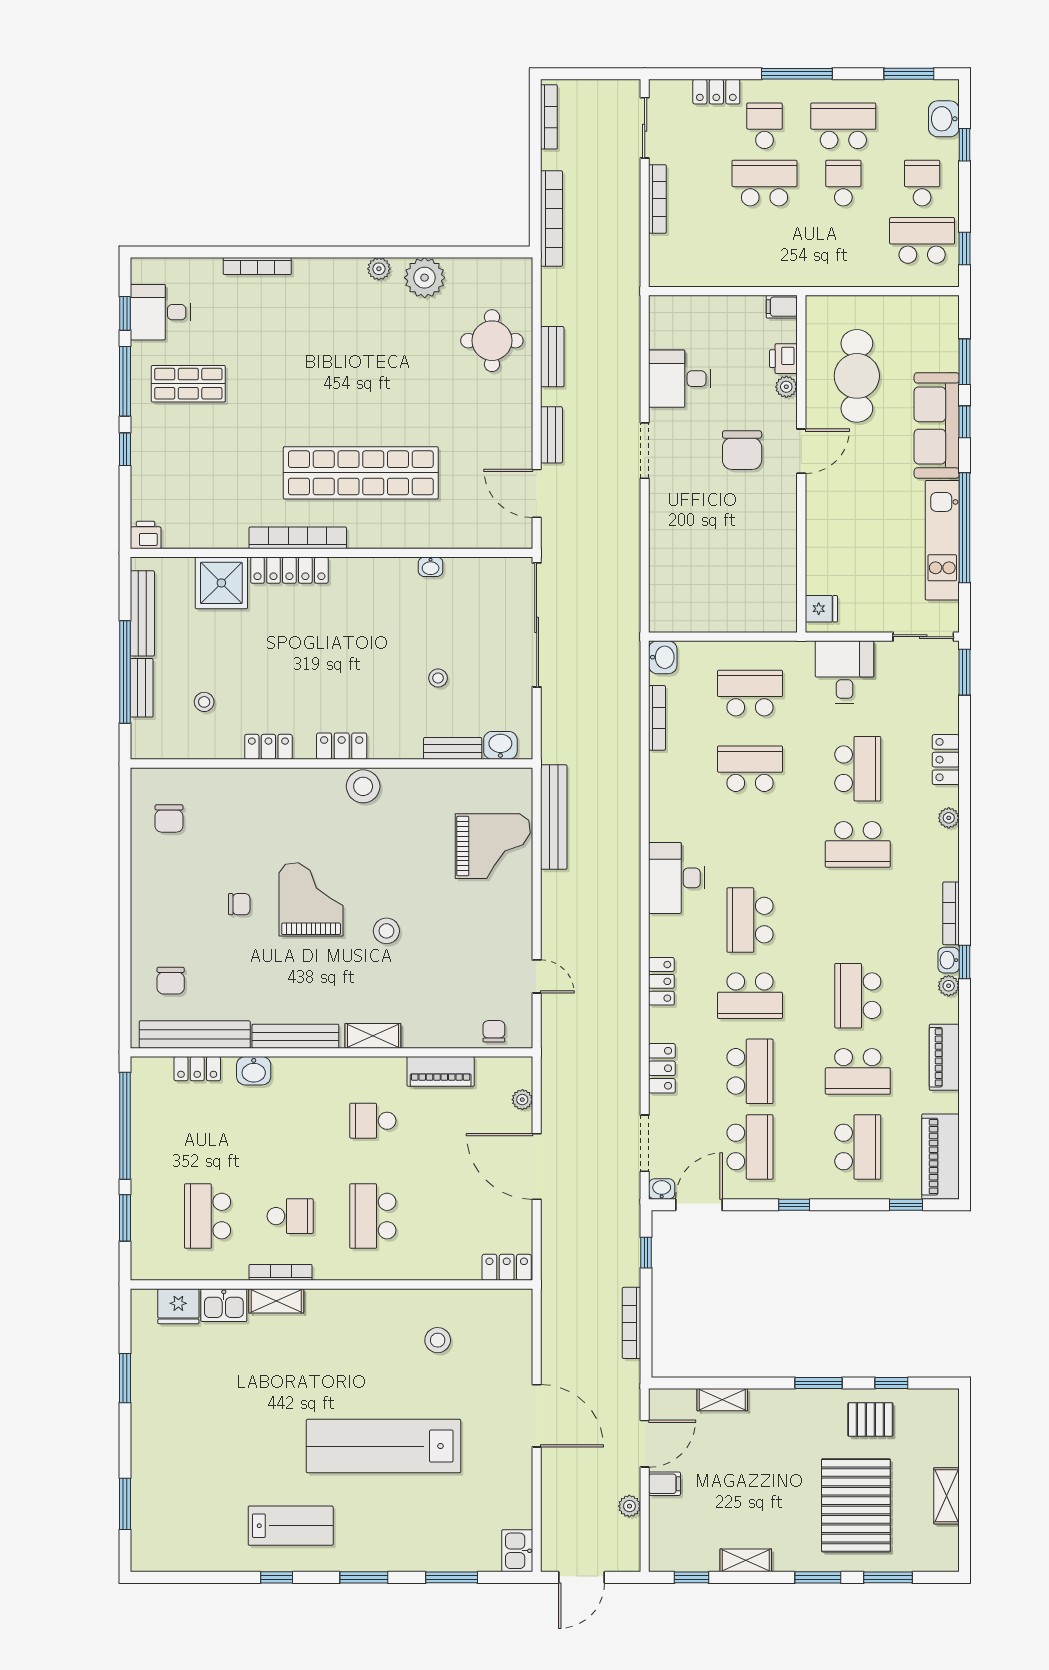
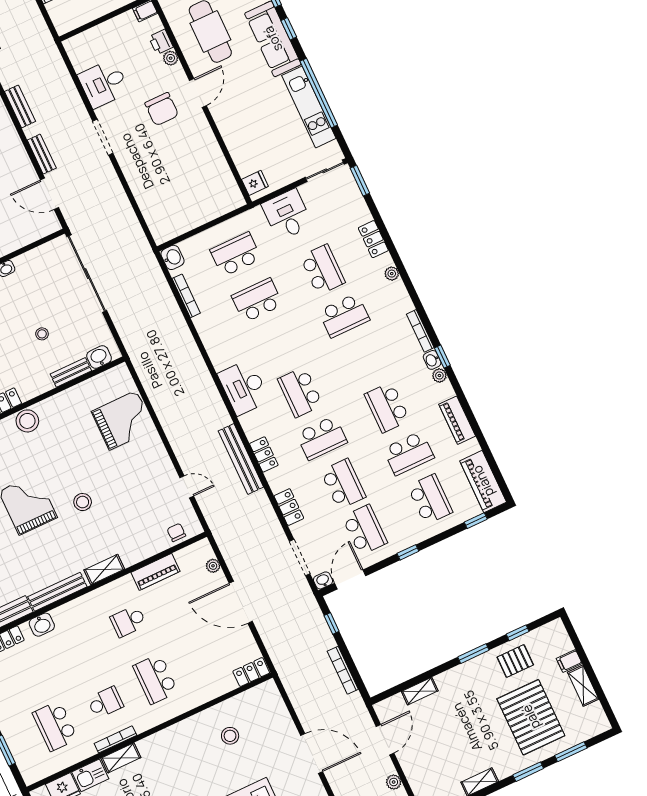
bench: (554, 817) -> (241, 459), moved
filing cabinet: (664, 1484) -> (569, 661), moved, turned 180

